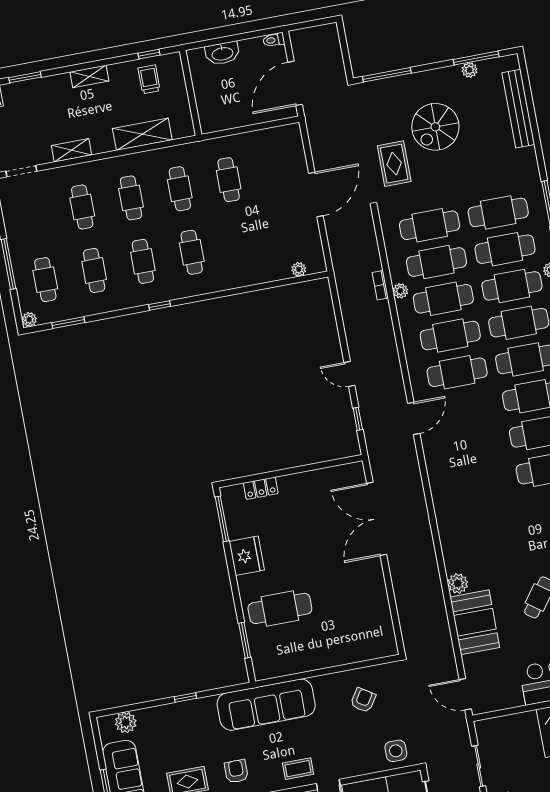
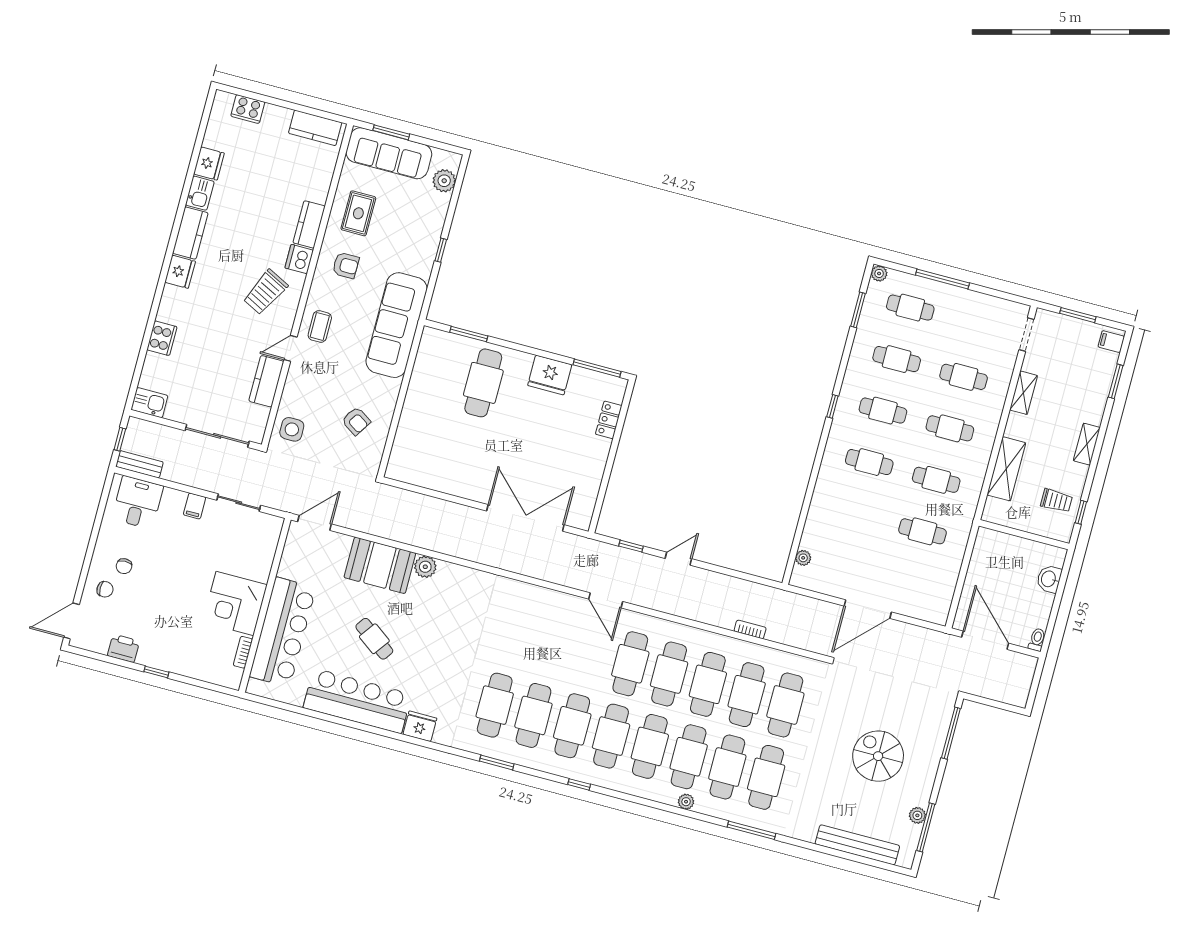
washbasin: (222, 53) -> (1049, 579), width x0.72
rug: (394, 164) -> (861, 699), removed
door: (316, 195) -> (868, 609), hinge flipped
plant: (400, 291) -> (735, 646), removed

